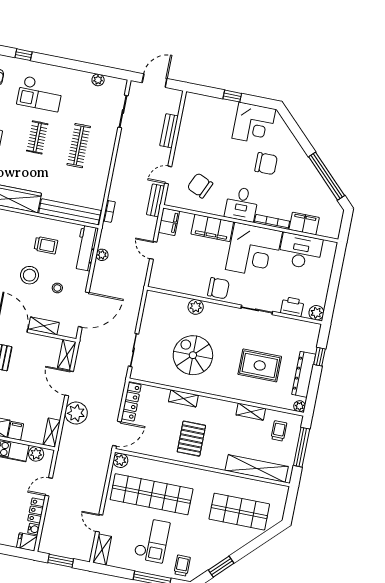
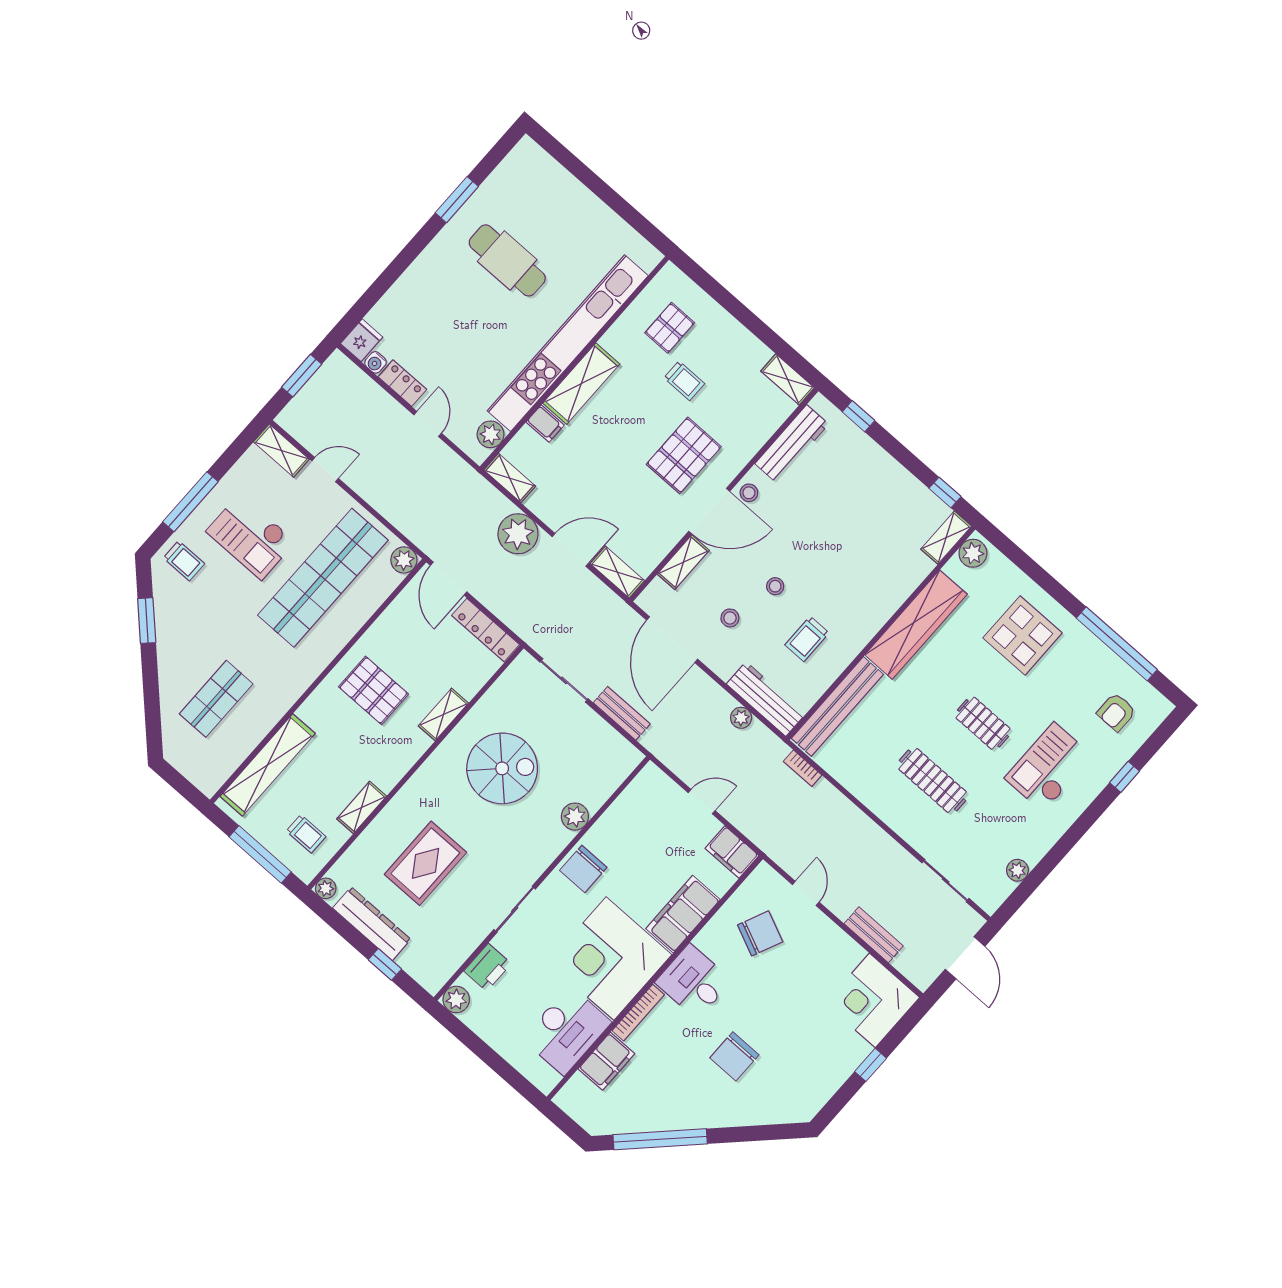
corner desk: (254, 124) -> (872, 1000), moved
bench: (155, 200) -> (622, 713), moved
stool: (29, 275) -> (775, 586), width x0.53, depth x0.53
shop shelf: (239, 512) -> (216, 699), width x0.70, depth x0.74

